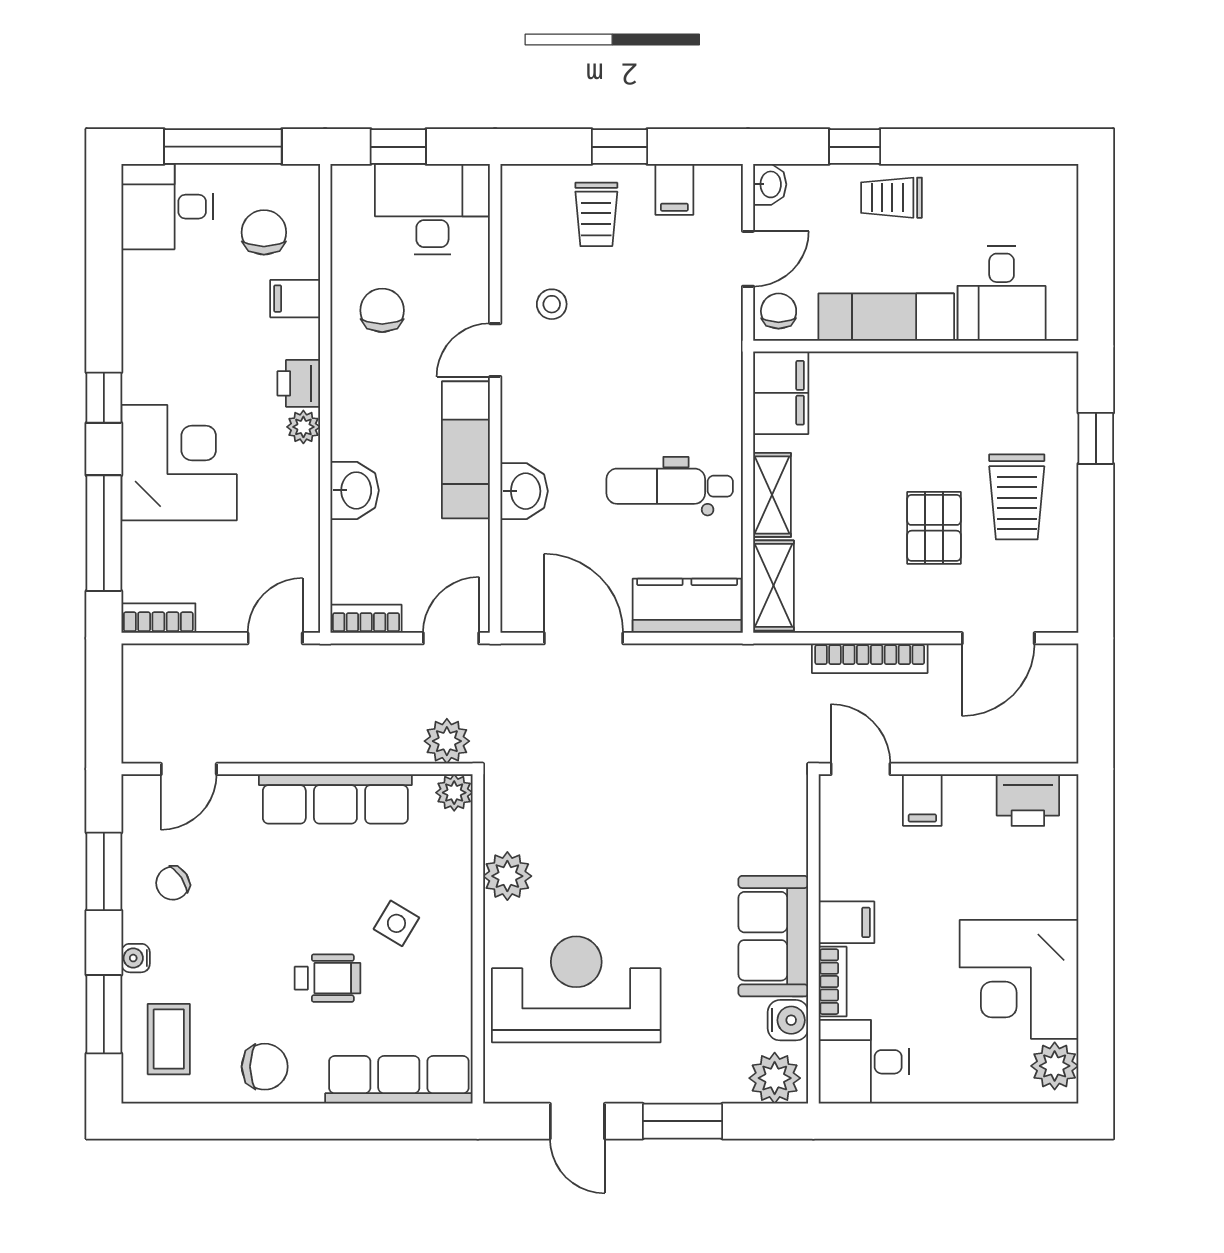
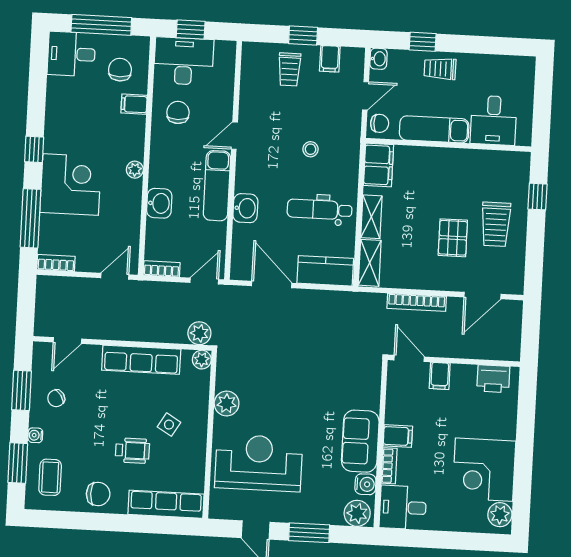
desk: (432, 209) -> (184, 61), moved
stool: (552, 304) -> (310, 149), moved
chair: (779, 311) -> (380, 123), turned 90
printer: (299, 383) -> (134, 147), removed

